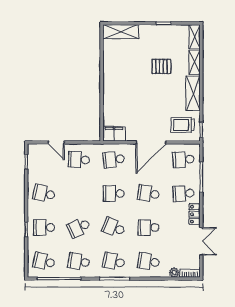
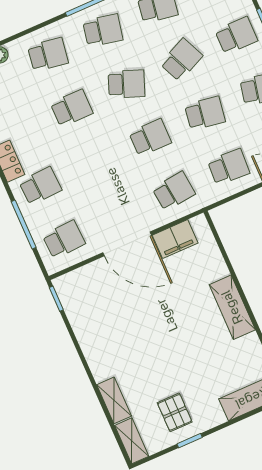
pallet: (161, 66) -> (175, 412), moved, turned 90
shelving: (193, 93) -> (232, 307), moved
trolley: (183, 125) -> (89, 294), removed
filing cabinet: (114, 134) -> (175, 239), moved
door: (151, 142) -> (127, 244), swing flipped
school desk: (149, 193) -> (205, 113), moved

